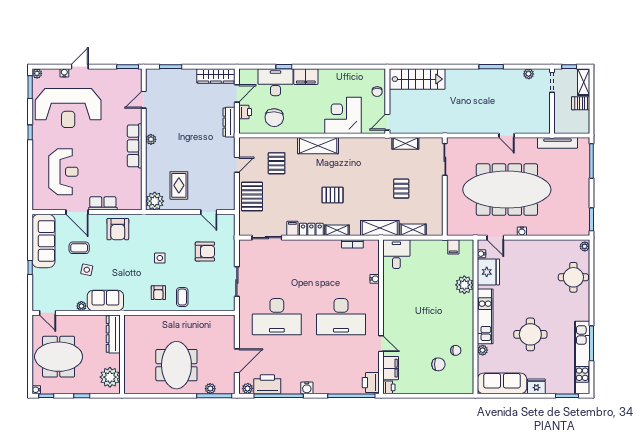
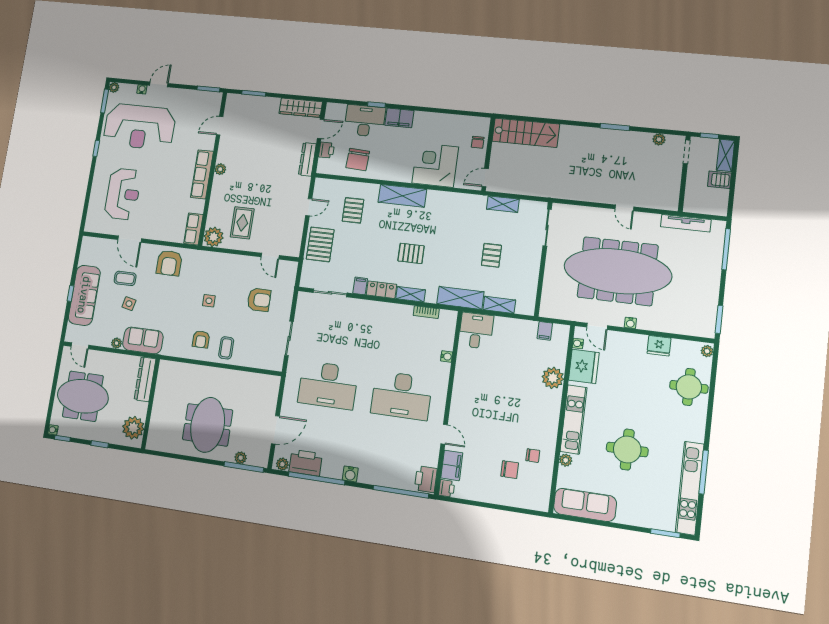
row of seats: (103, 203) -> (193, 229), moved, turned -90
sofa: (44, 241) -> (84, 295), moved
fridge: (536, 386) -> (659, 346), moved, turned 180

